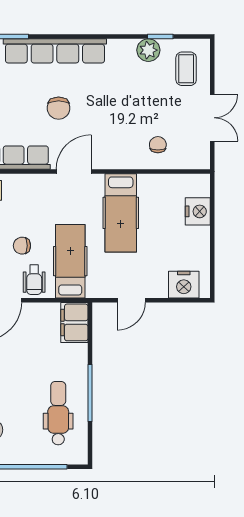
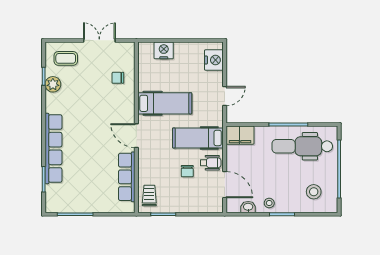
chair: (59, 108) -> (93, 146), removed
door: (131, 300) -> (225, 96), hinge flipped
dental chair: (58, 413) -> (302, 146), width x1.36, depth x1.38

